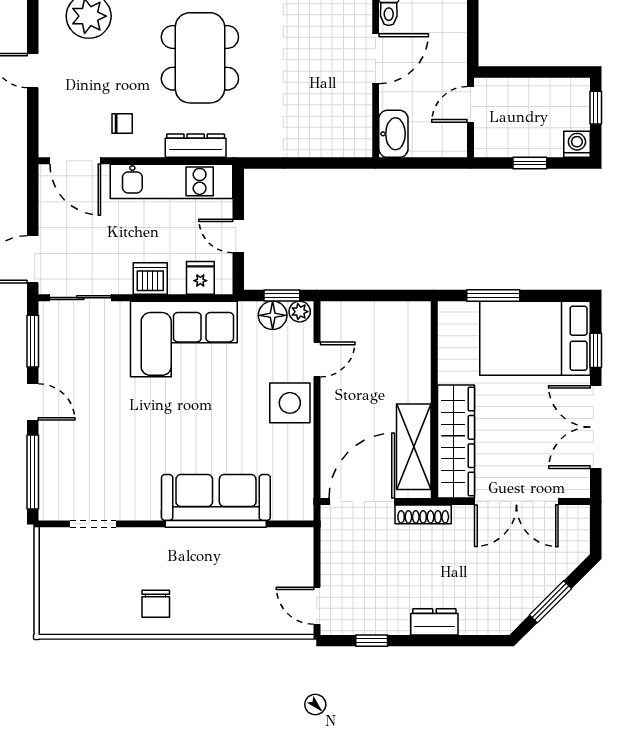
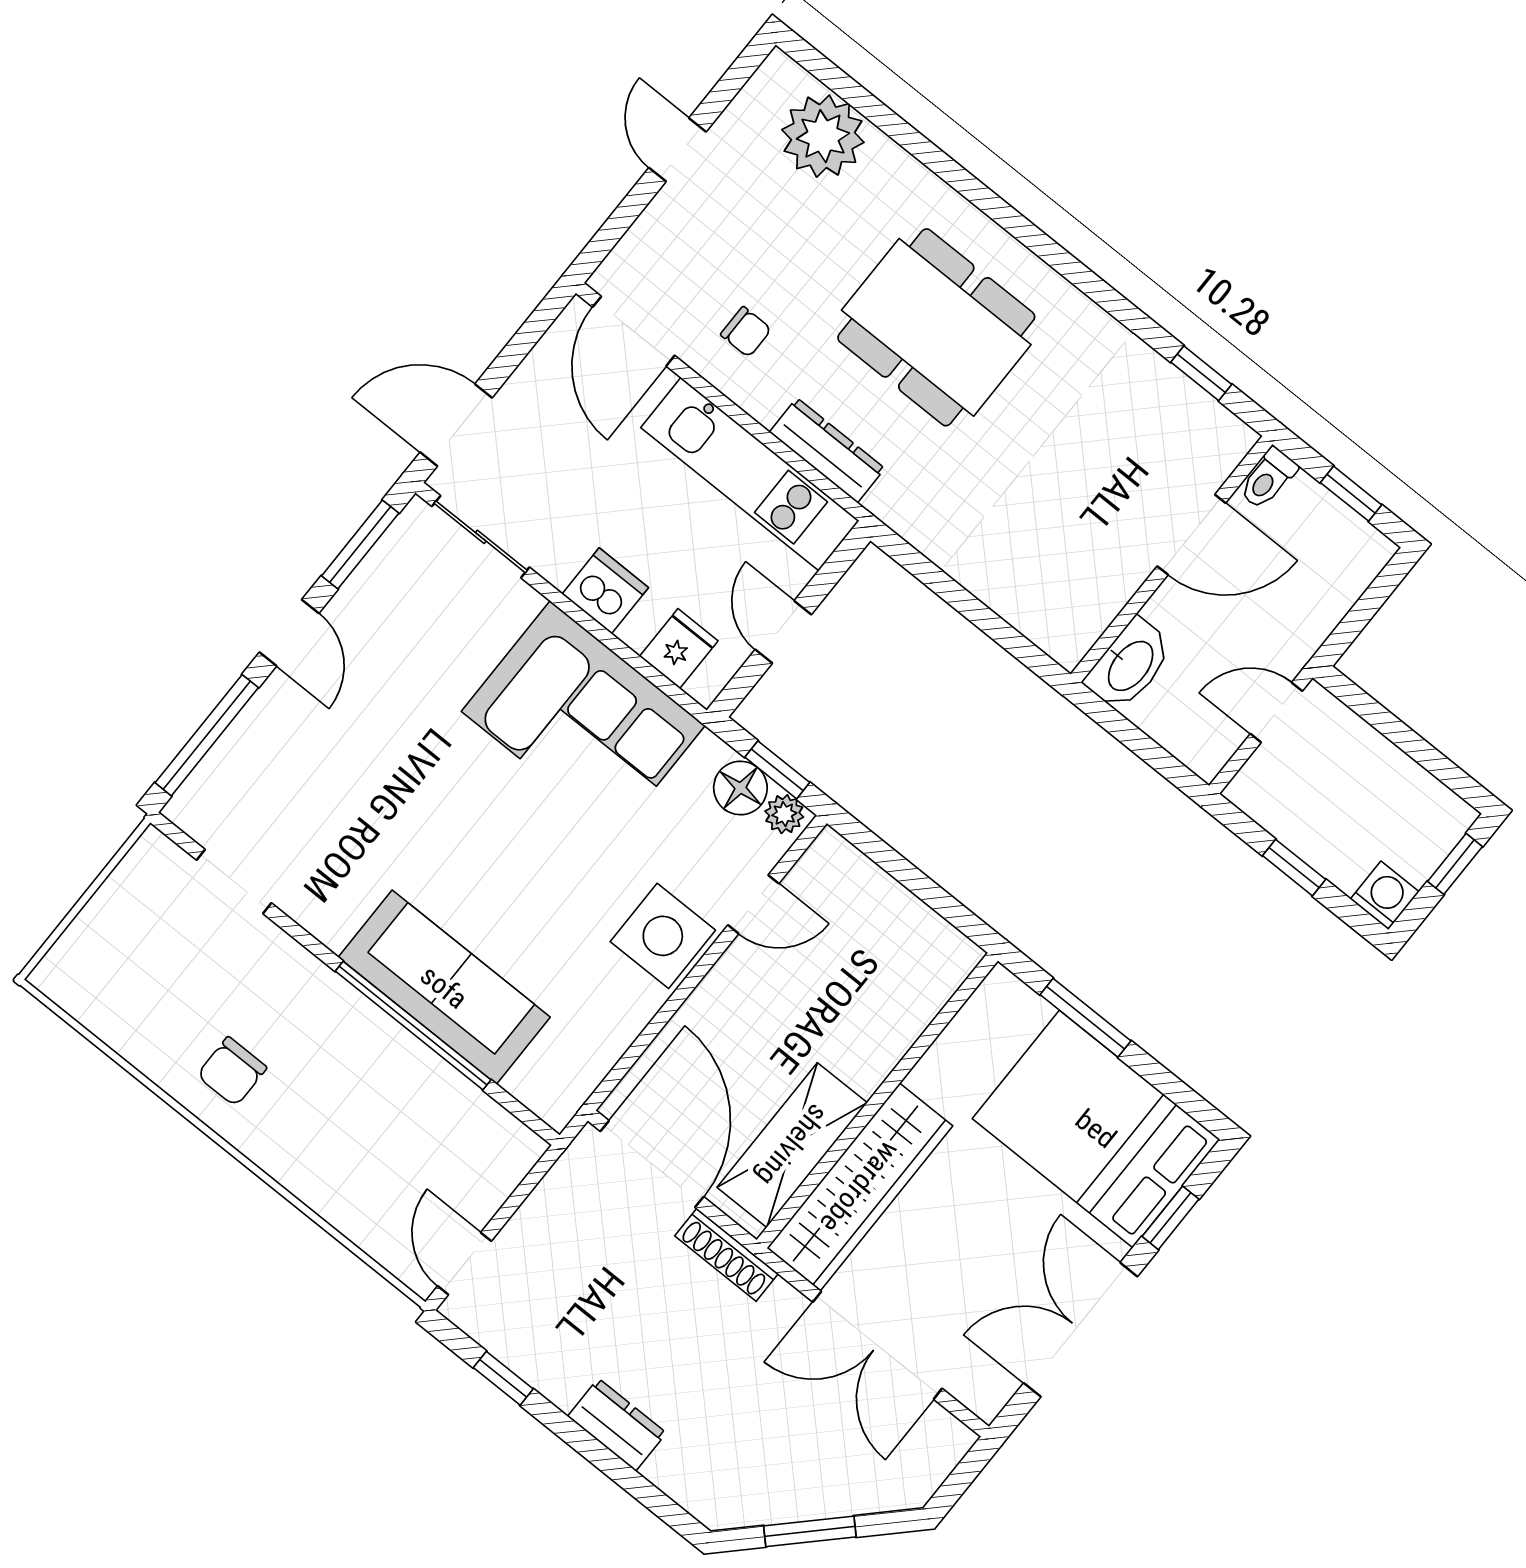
dining table: (200, 58) -> (936, 327), turned 90
door: (362, 502) -> (652, 1164), hinge flipped

